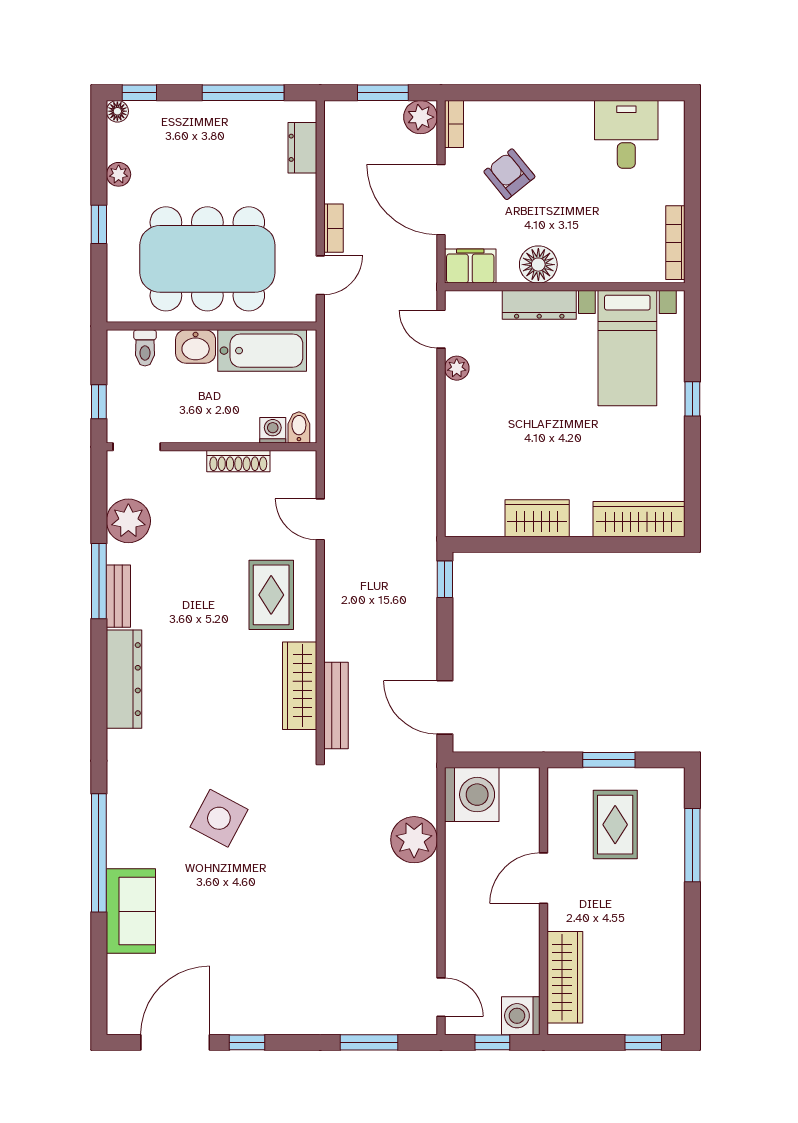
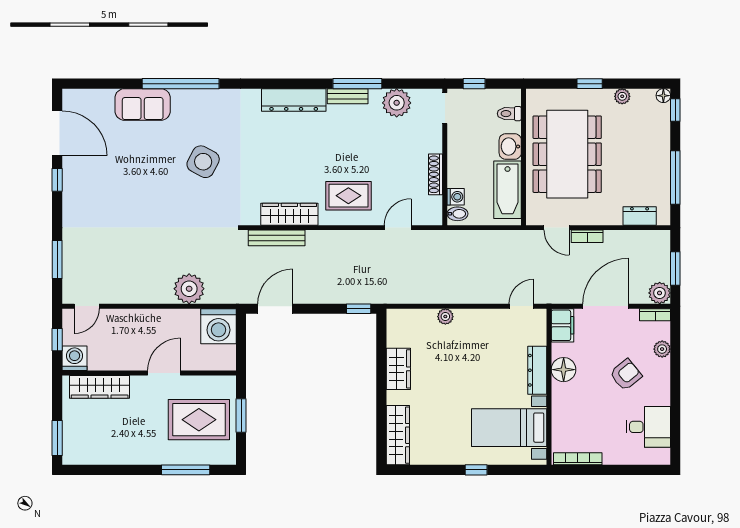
plant: (507, 113) -> (662, 349), added
armchair: (509, 174) -> (626, 375), moved
plant: (457, 368) -> (445, 317), moved
rug: (615, 825) -> (199, 420), width x1.36, depth x1.43
door: (544, 878) -> (164, 373), hinge flipped
window: (643, 1042) -> (57, 438), width x1.50

